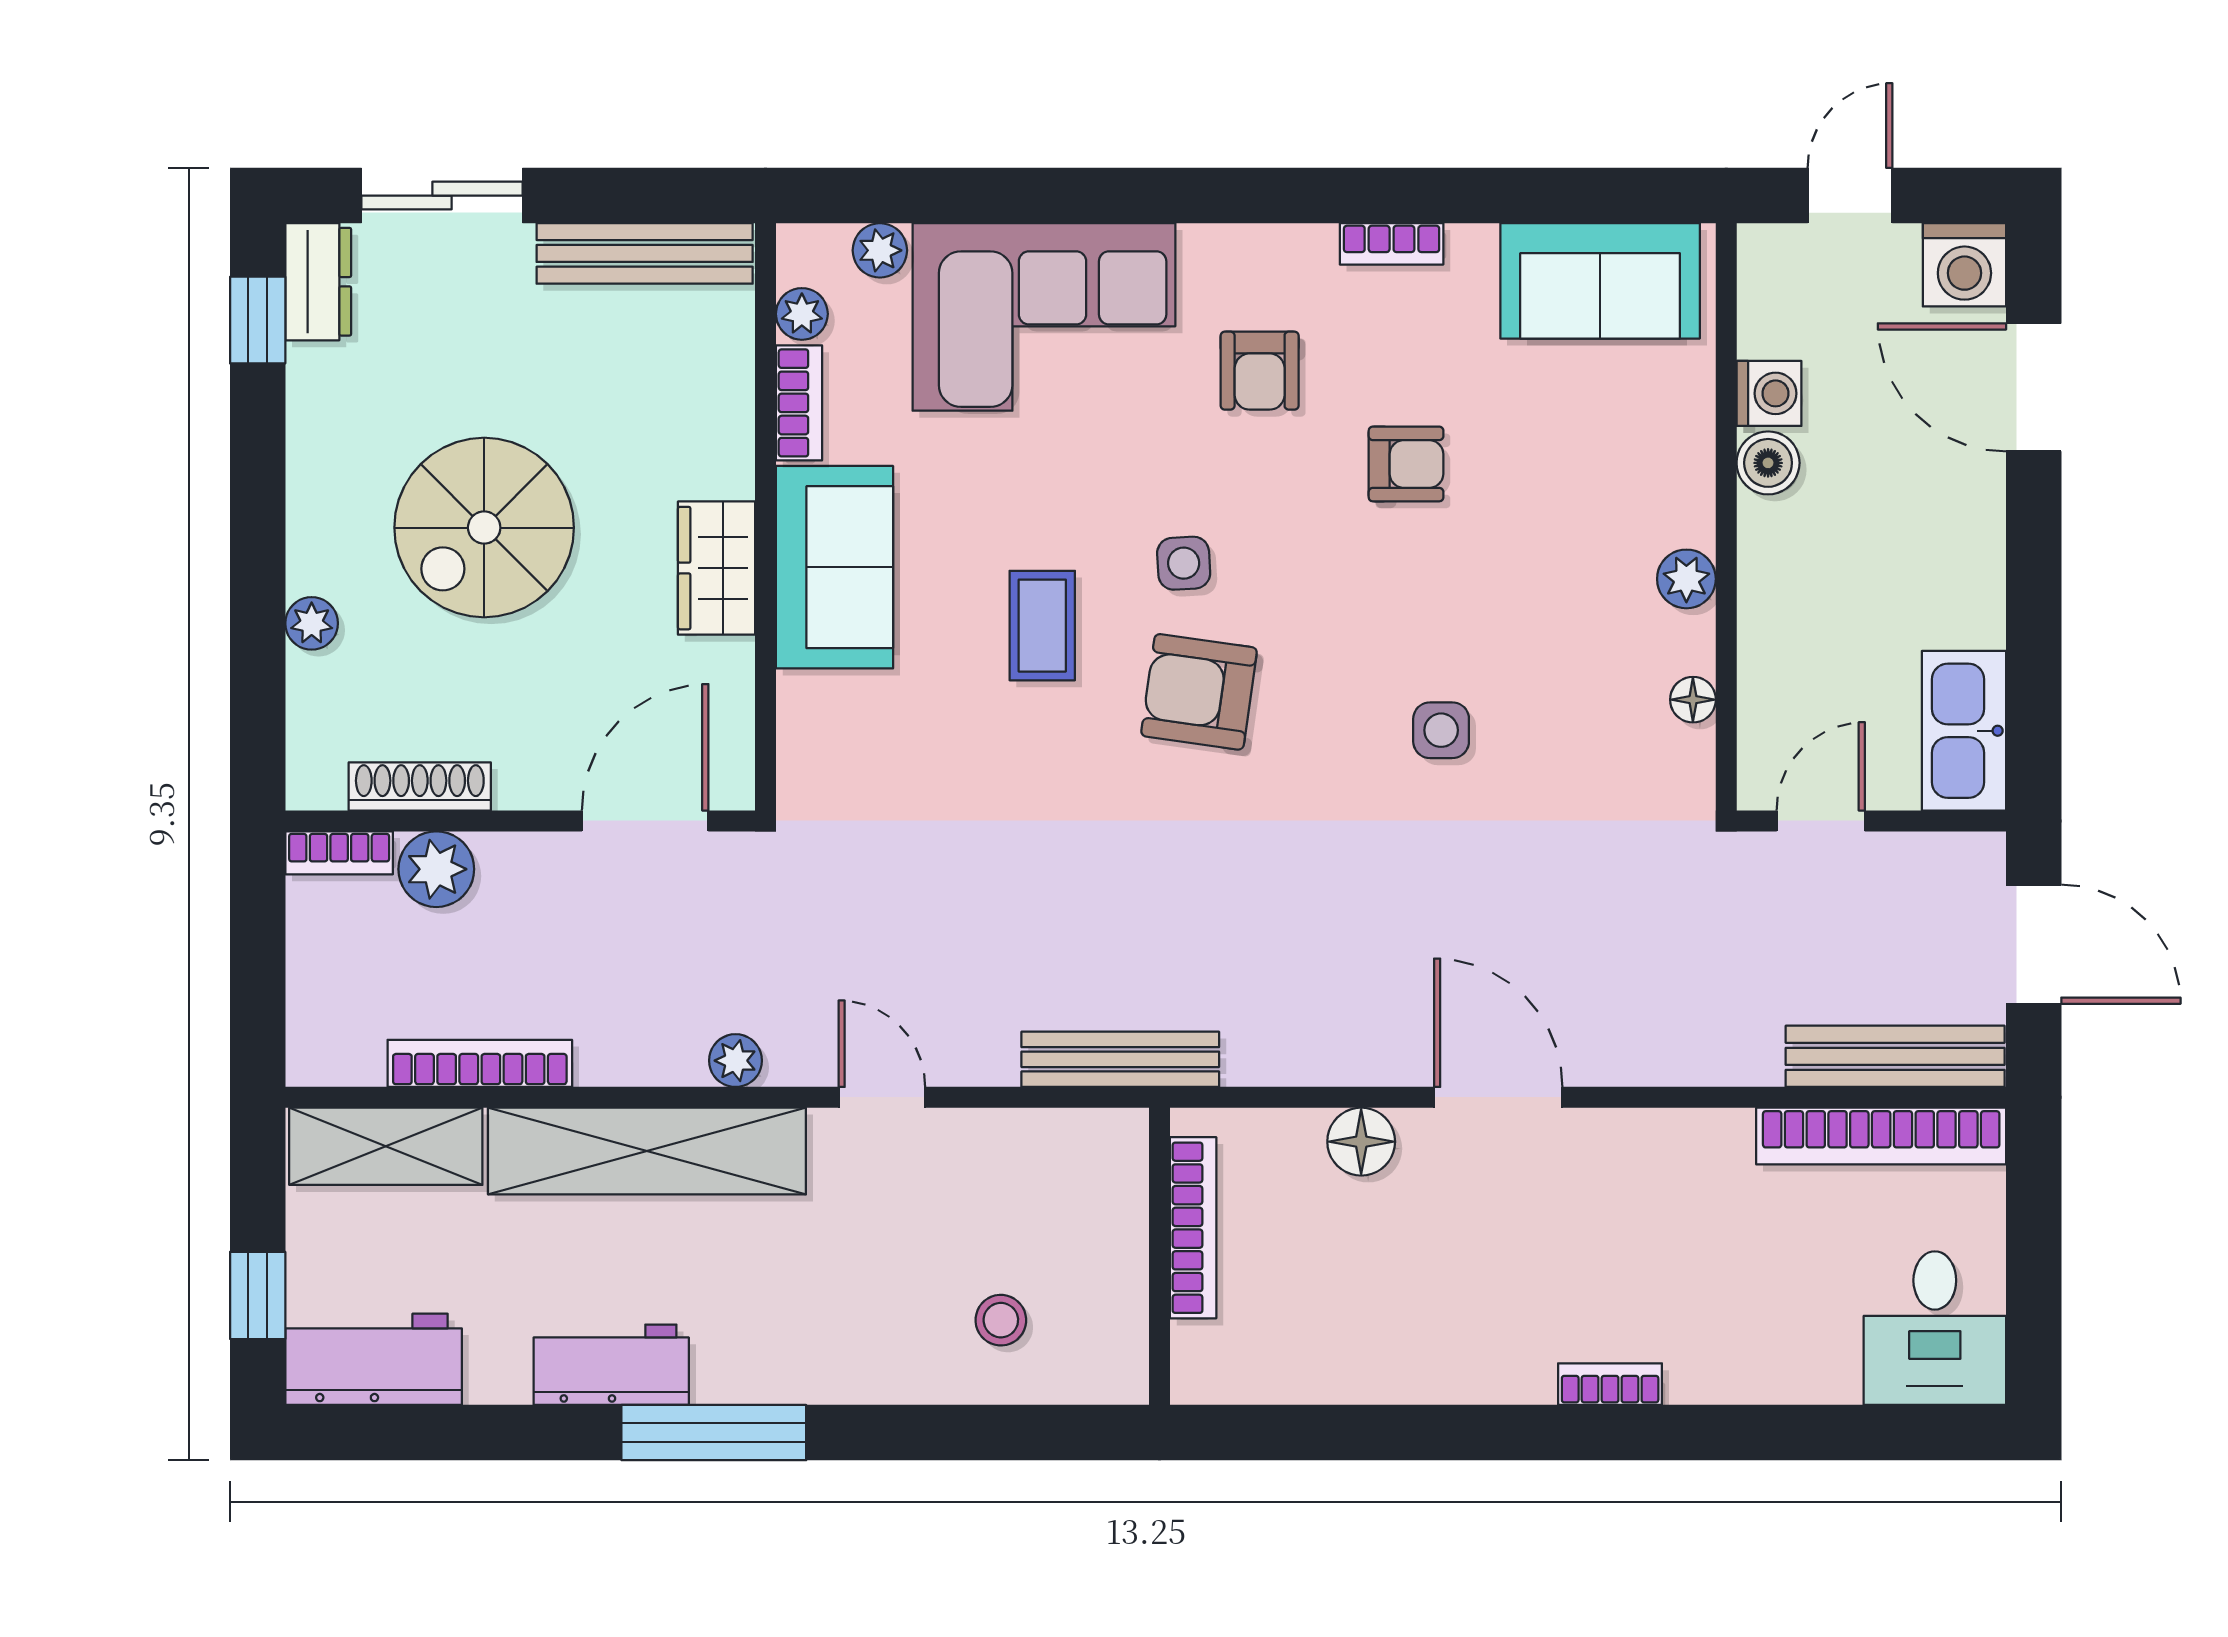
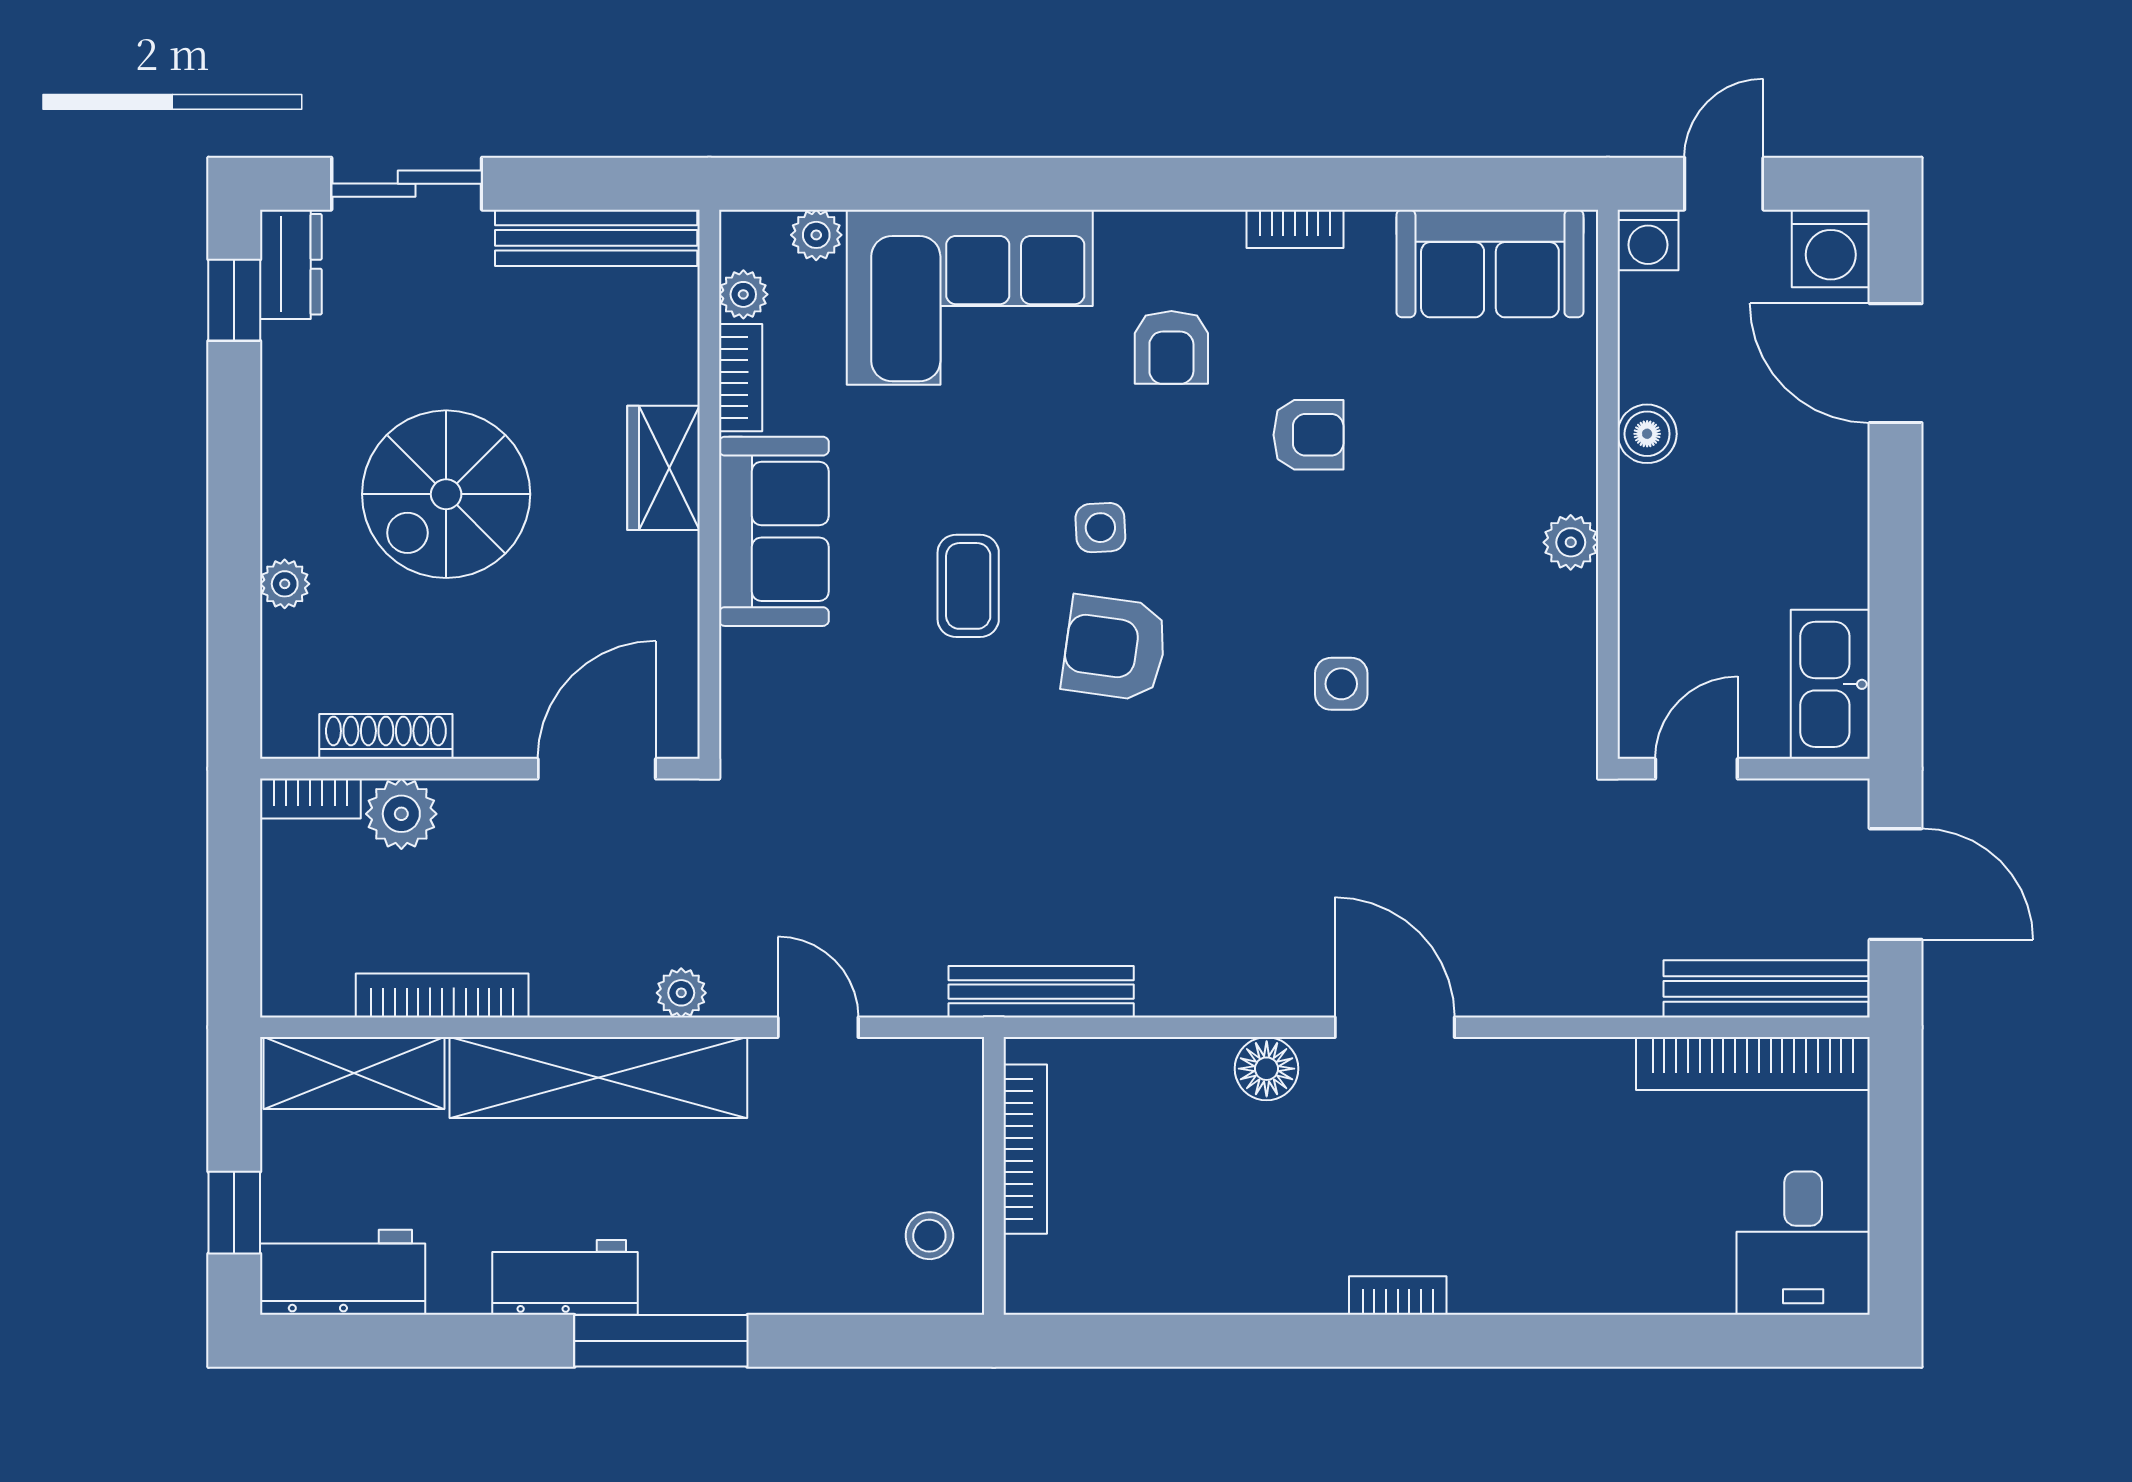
washing machine: (1769, 393) -> (1648, 240), moved, turned 90
wardrobe: (717, 568) -> (664, 468), moved
floor lamp: (1693, 700) -> (1577, 655), removed
bookcase: (1193, 1228) -> (1025, 1149), moved
wall: (1160, 1256) -> (994, 1176), moved
bookcase: (1610, 1384) -> (1398, 1296), moved

